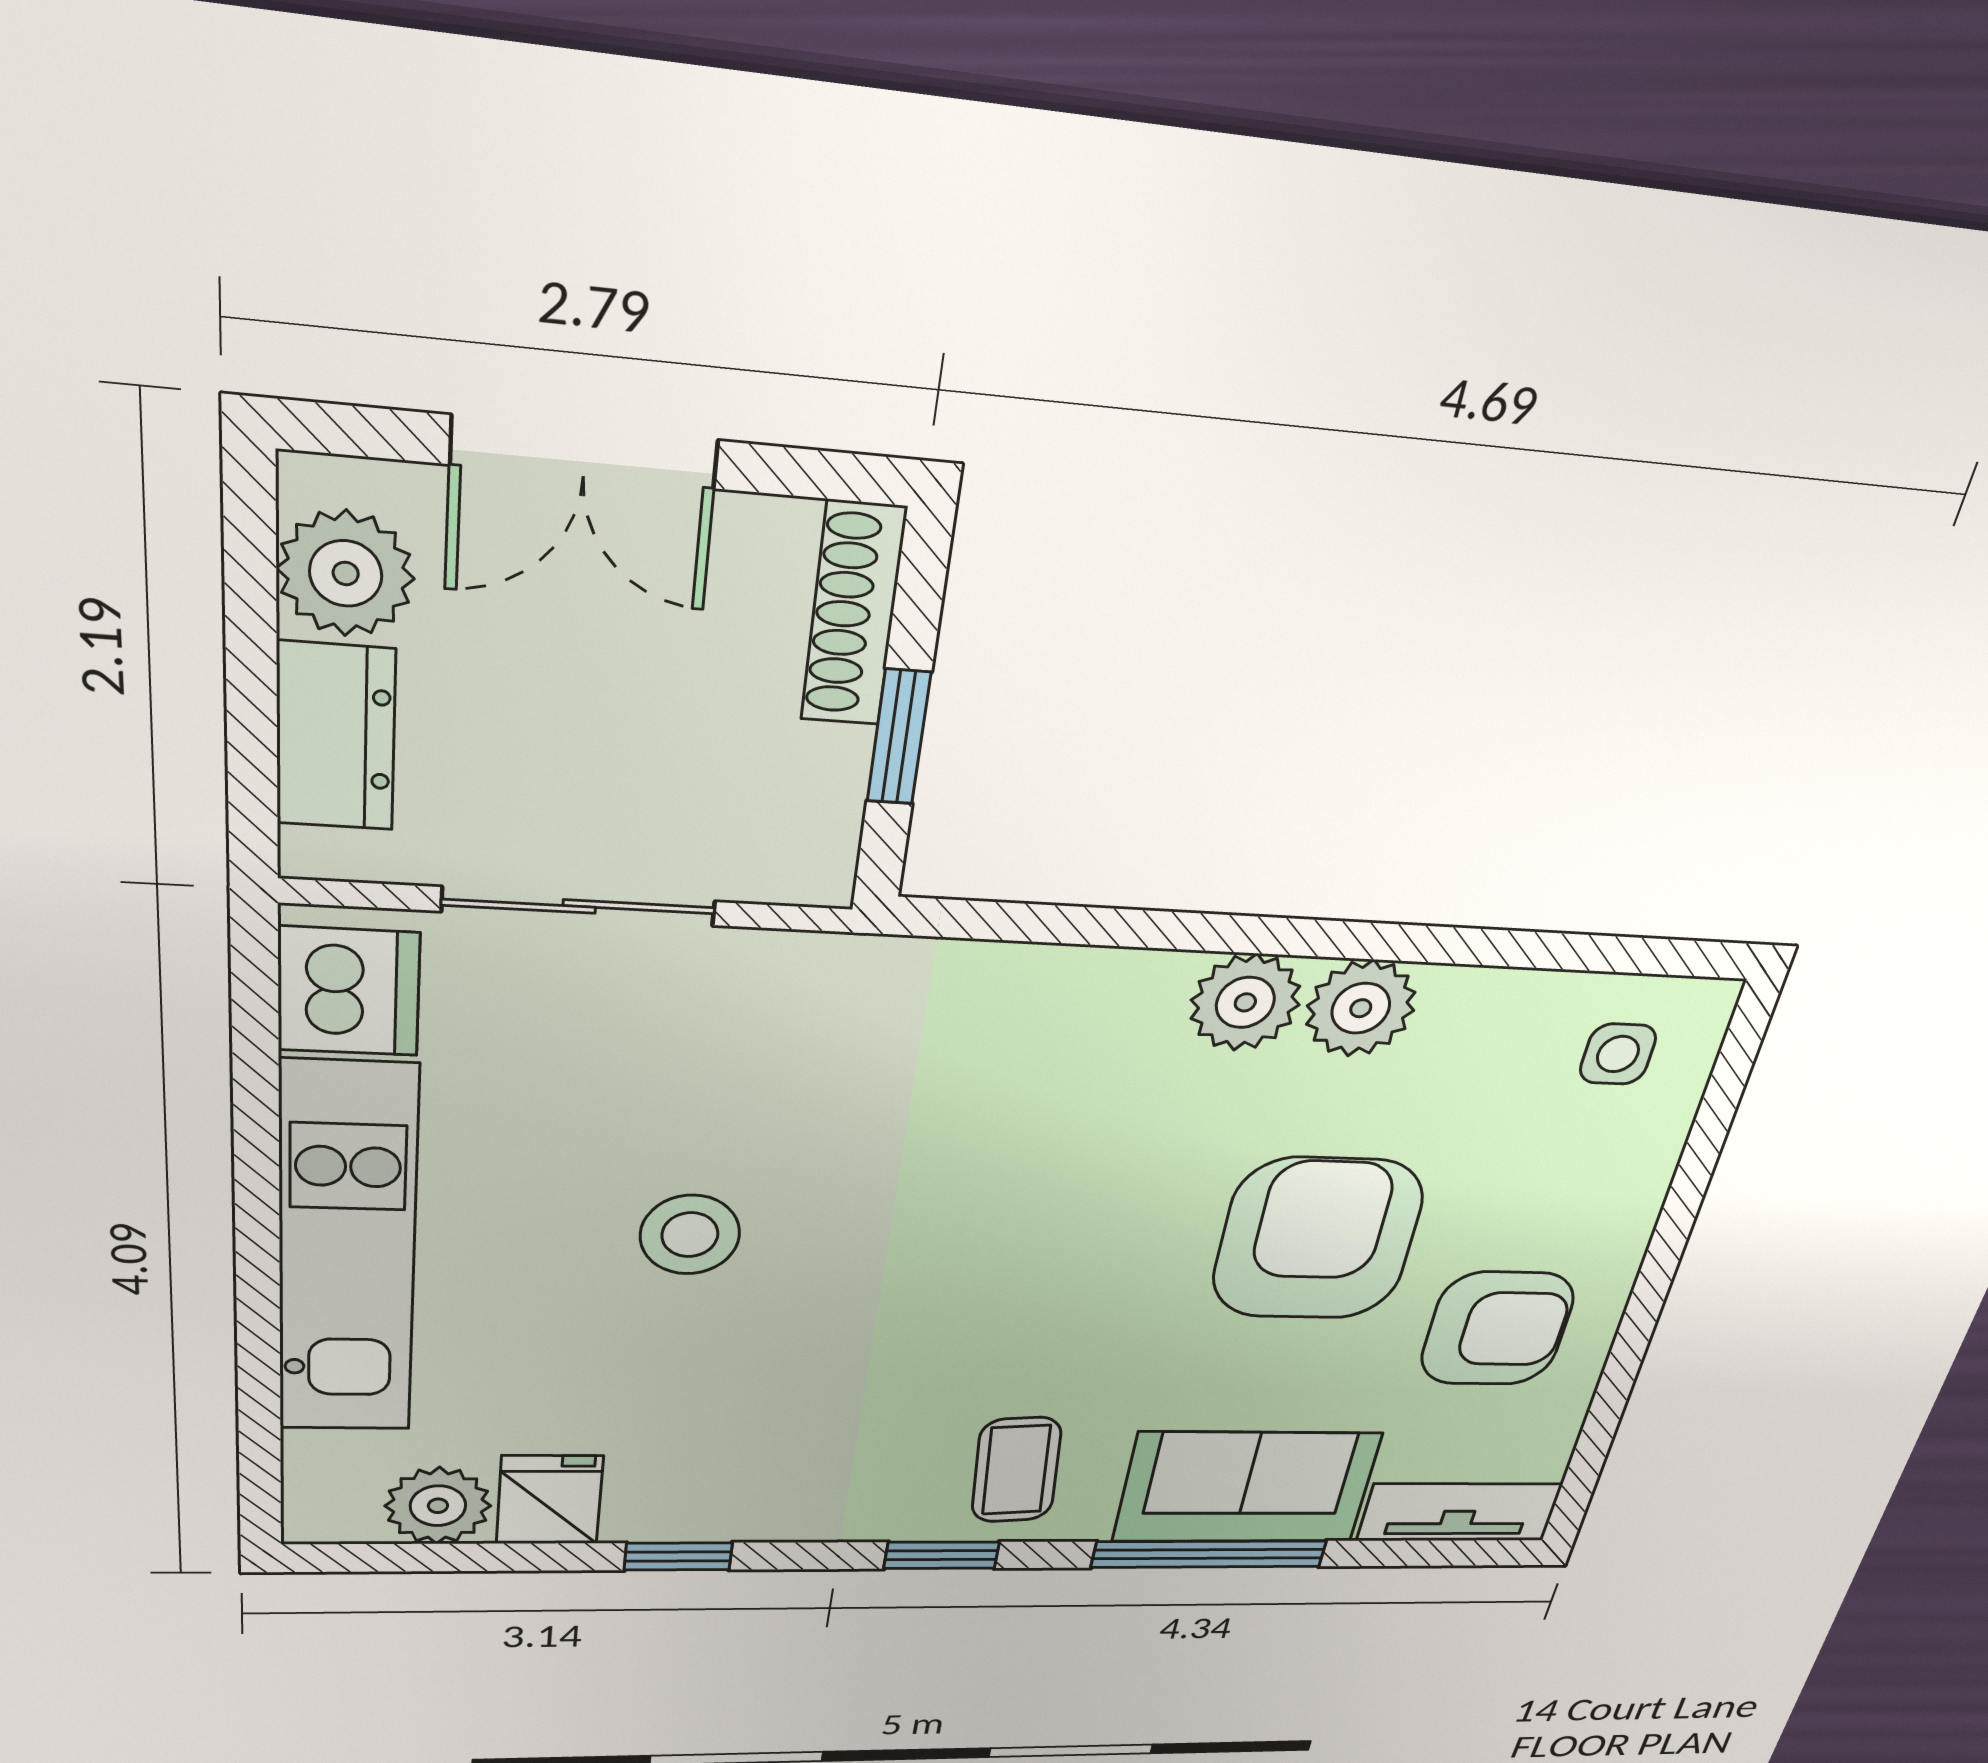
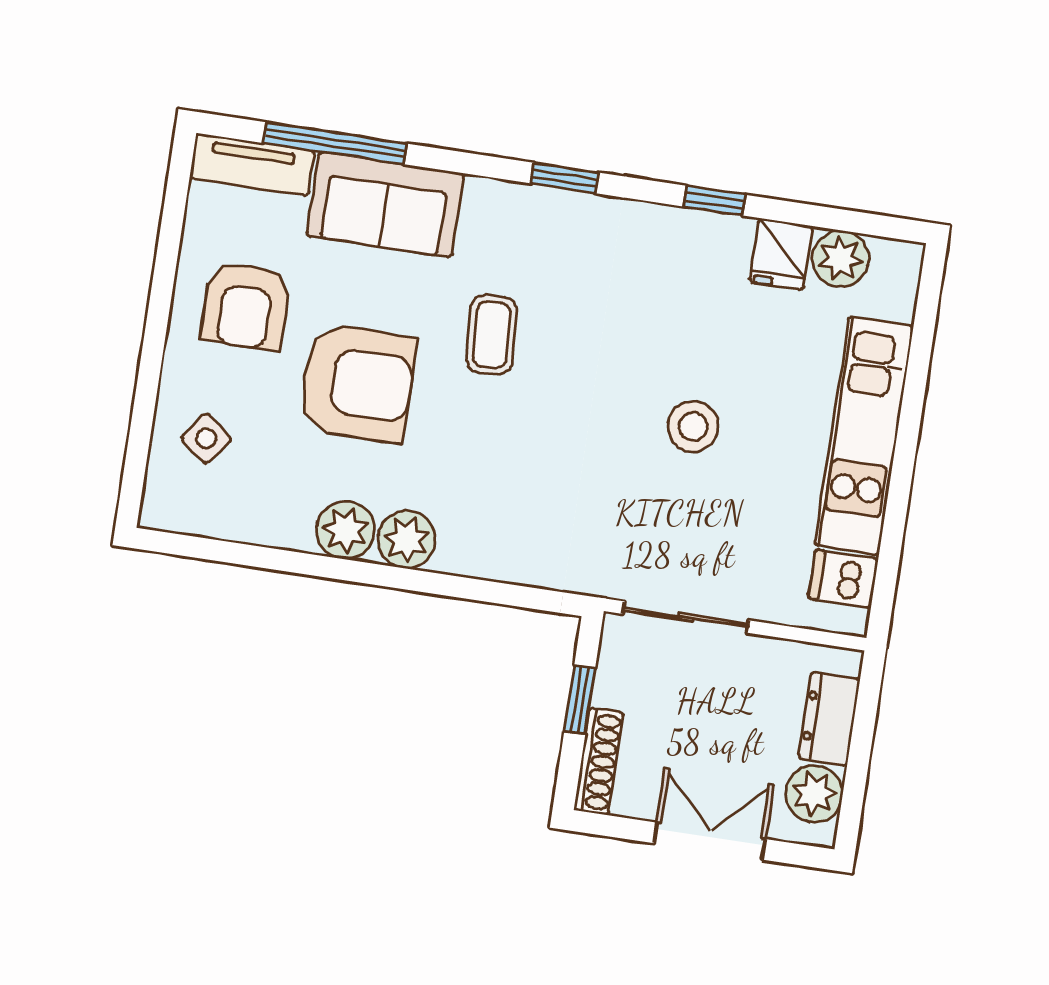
sliding door: (579, 906) -> (686, 617), moved
dishwasher: (349, 992) -> (843, 579), width x0.73
side table: (1618, 1054) -> (206, 438), moved, turned 37
armchair: (1318, 1239) -> (357, 383), turned -90
armchair: (1497, 1329) -> (246, 306), turned -90
coffee table: (1016, 1470) -> (492, 335), moved
window: (1209, 1554) -> (335, 143), moved

